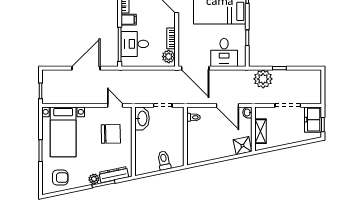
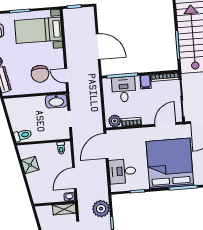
door: (115, 105) -> (66, 76), swing flipped
shelving: (260, 131) -> (64, 209), moved
shower: (242, 146) -> (30, 165), moved
toilet: (164, 160) -> (23, 135), moved

